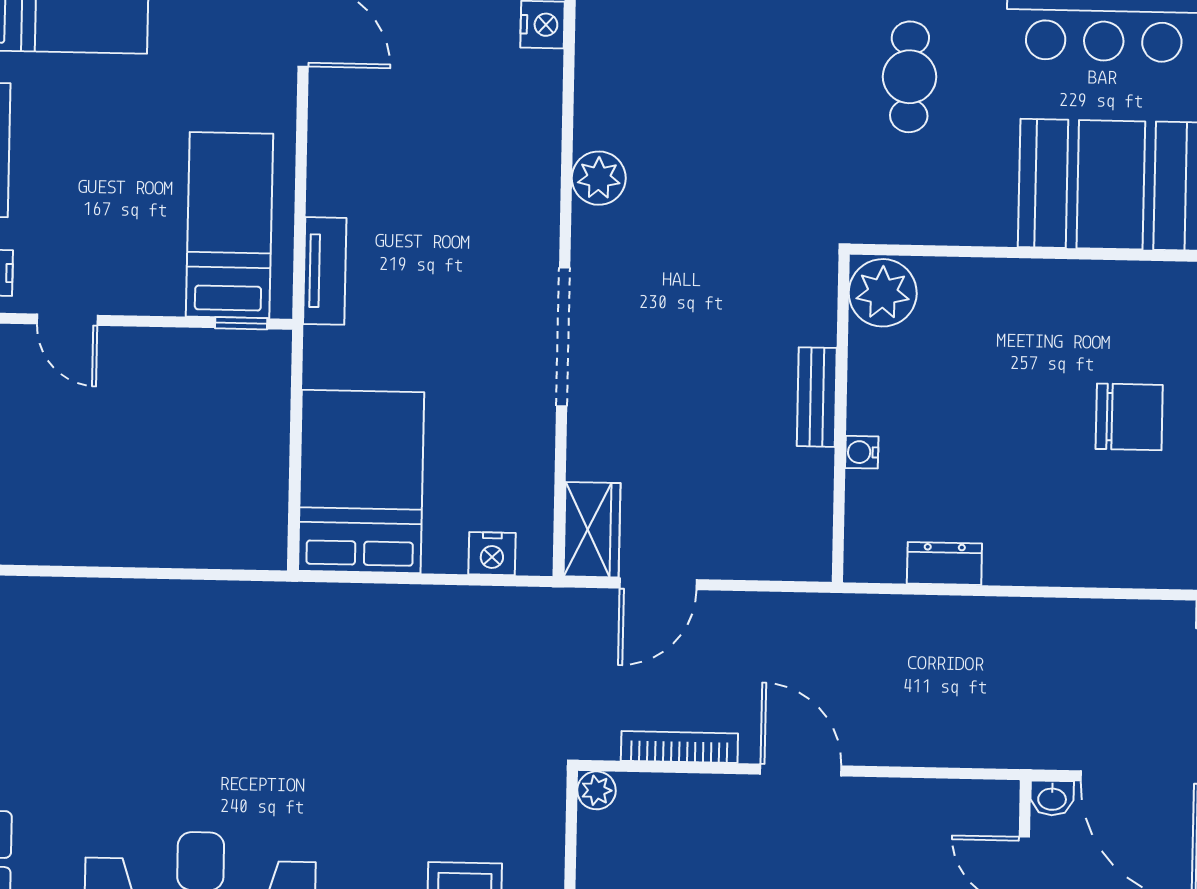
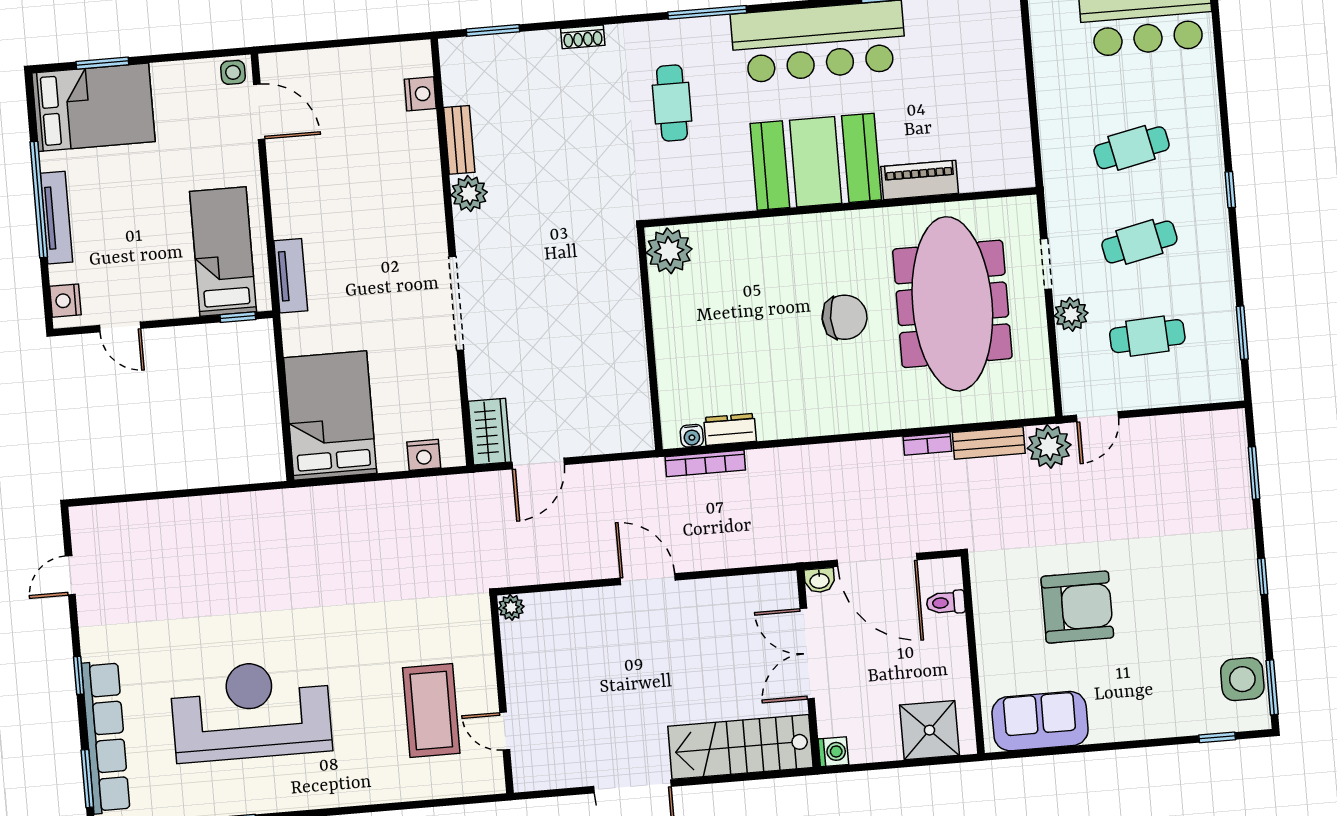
bench: (817, 397) -> (459, 140), moved
water cooler: (862, 452) -> (692, 436), moved, turned -90
bookcase: (679, 747) -> (705, 463), moved, turned 180

